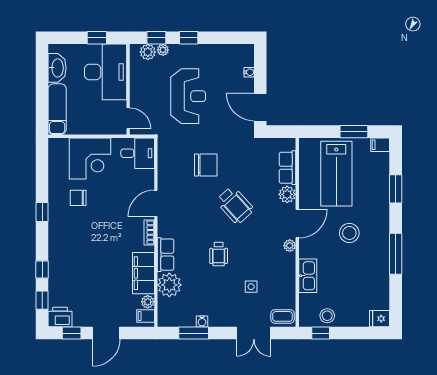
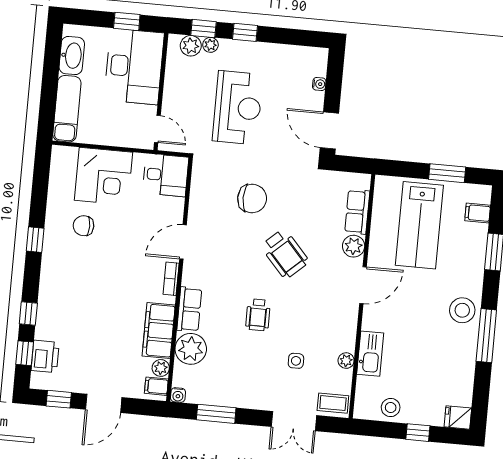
filing cabinet: (380, 145) -> (478, 213), moved
stool: (349, 233) -> (462, 310), moved
plant: (290, 246) -> (346, 361), moved
printer: (60, 317) -> (45, 356), moved, turned 90
water cooler: (202, 321) -> (178, 395), moved
window: (321, 333) -> (418, 433), moved

